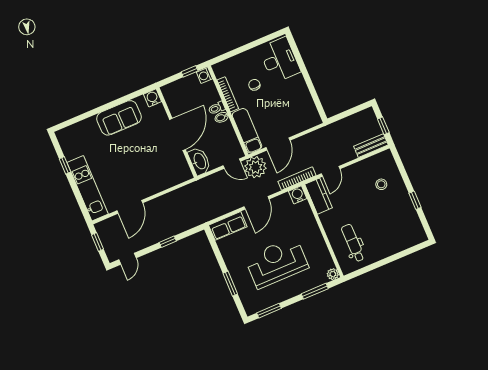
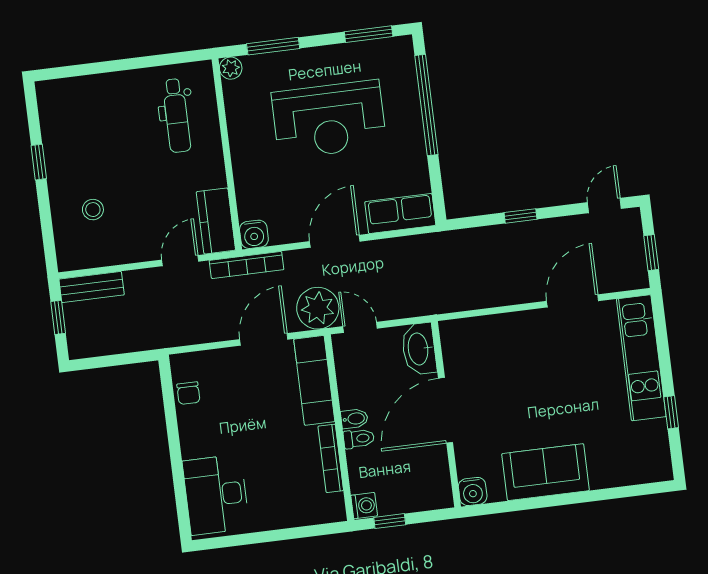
chair: (254, 85) -> (188, 393), moved
window: (230, 284) -> (426, 105), width x2.11

